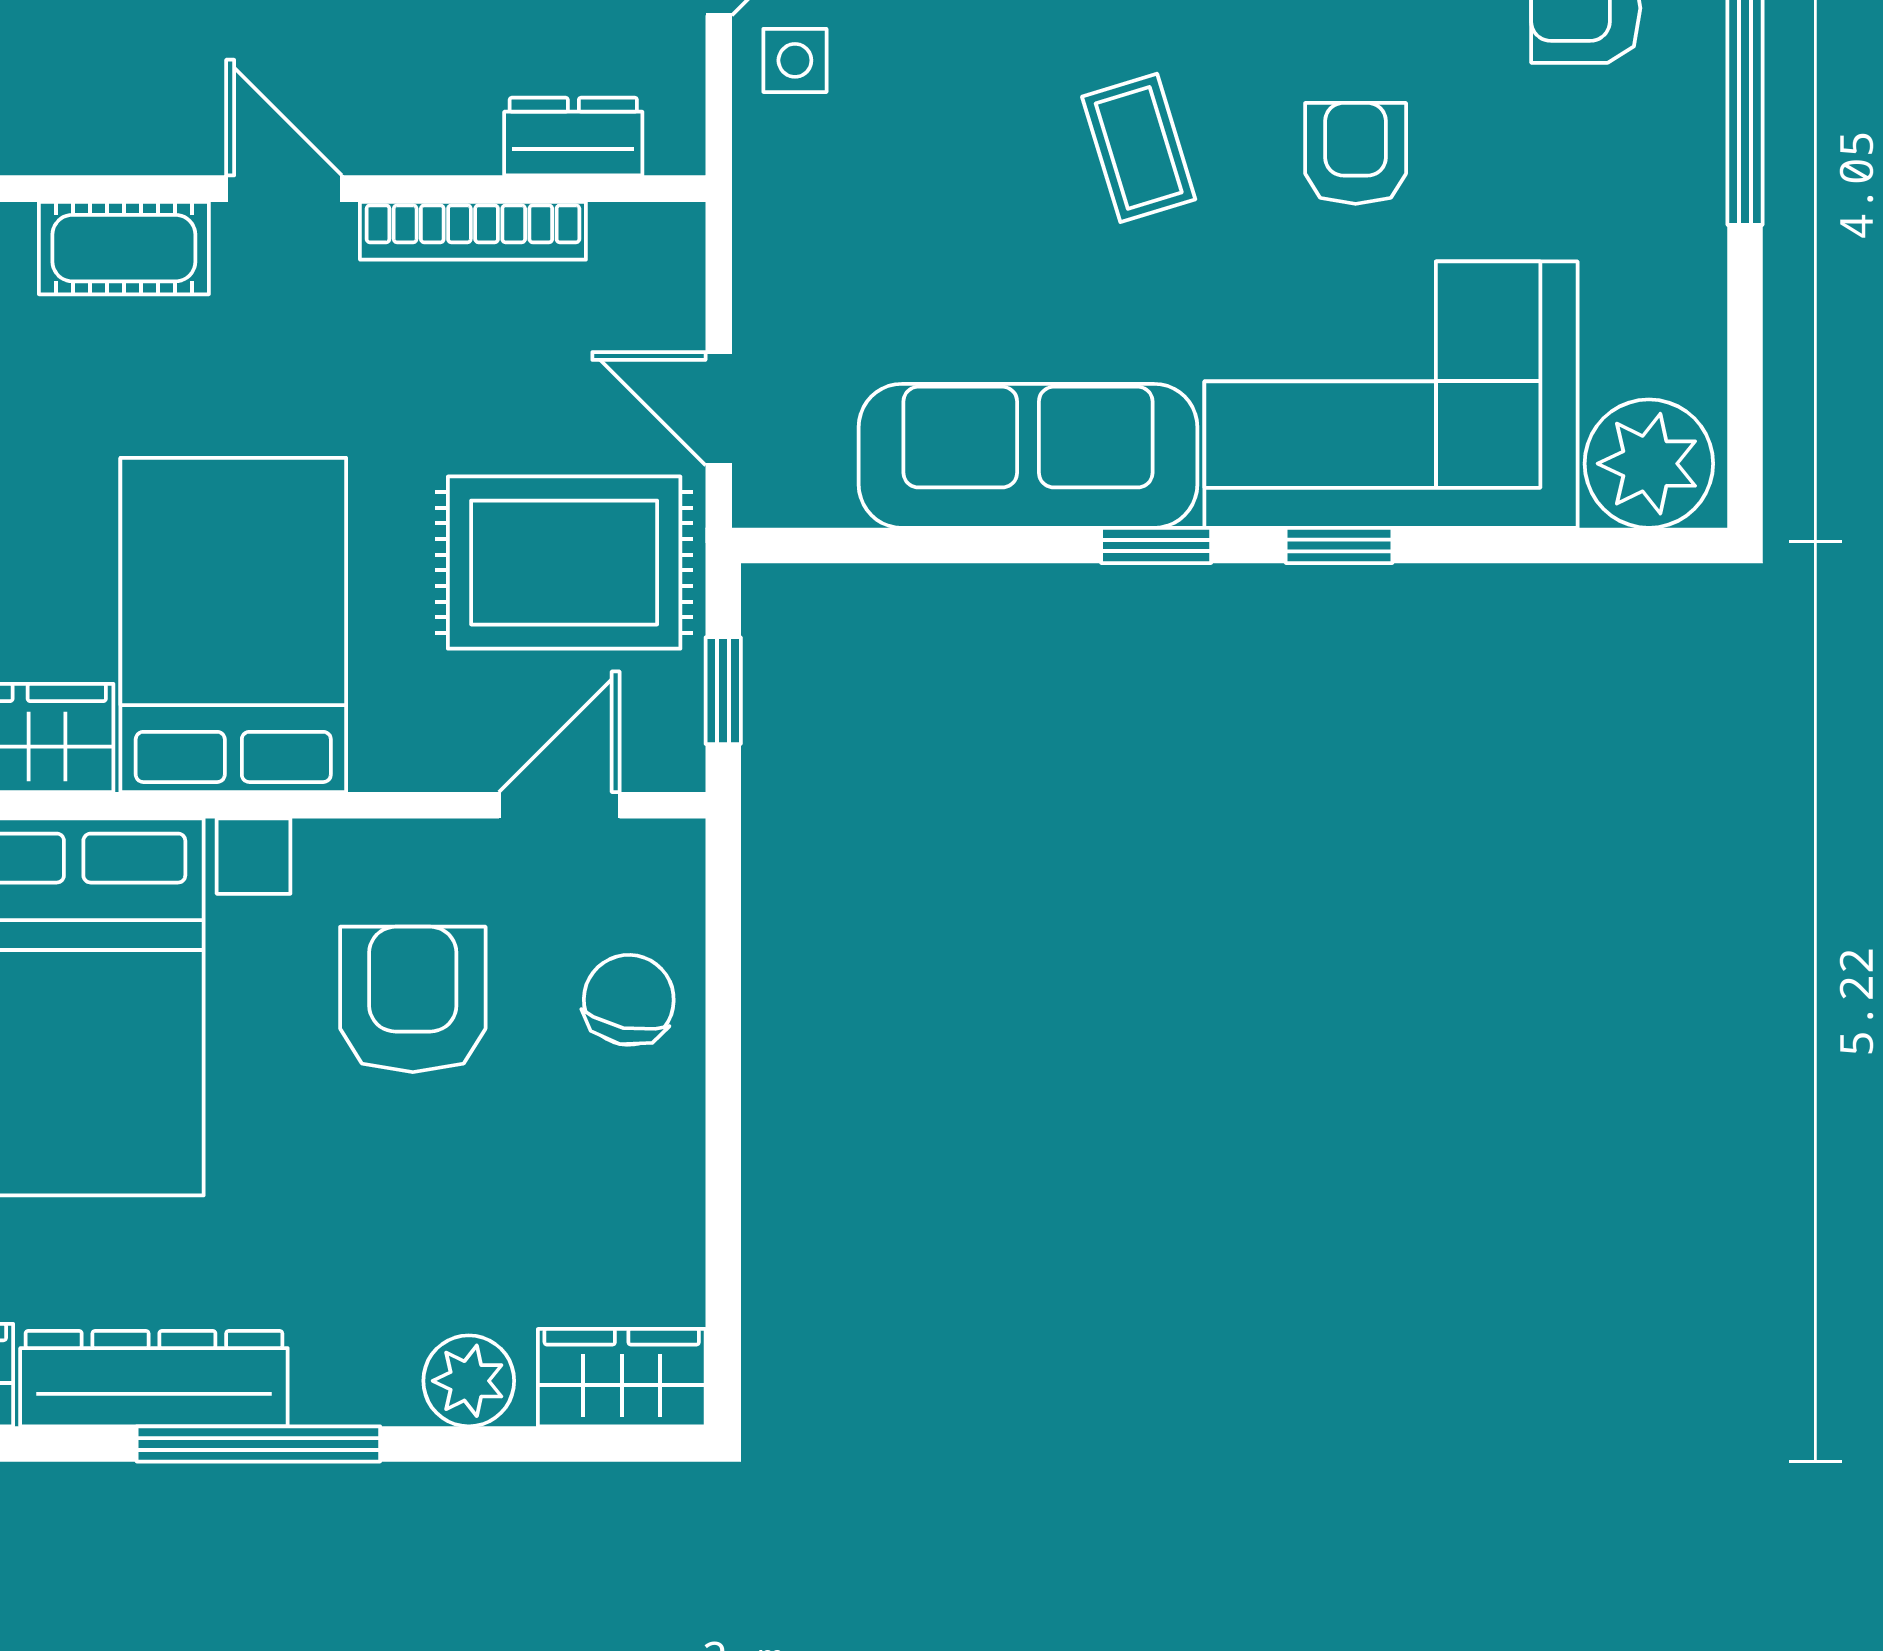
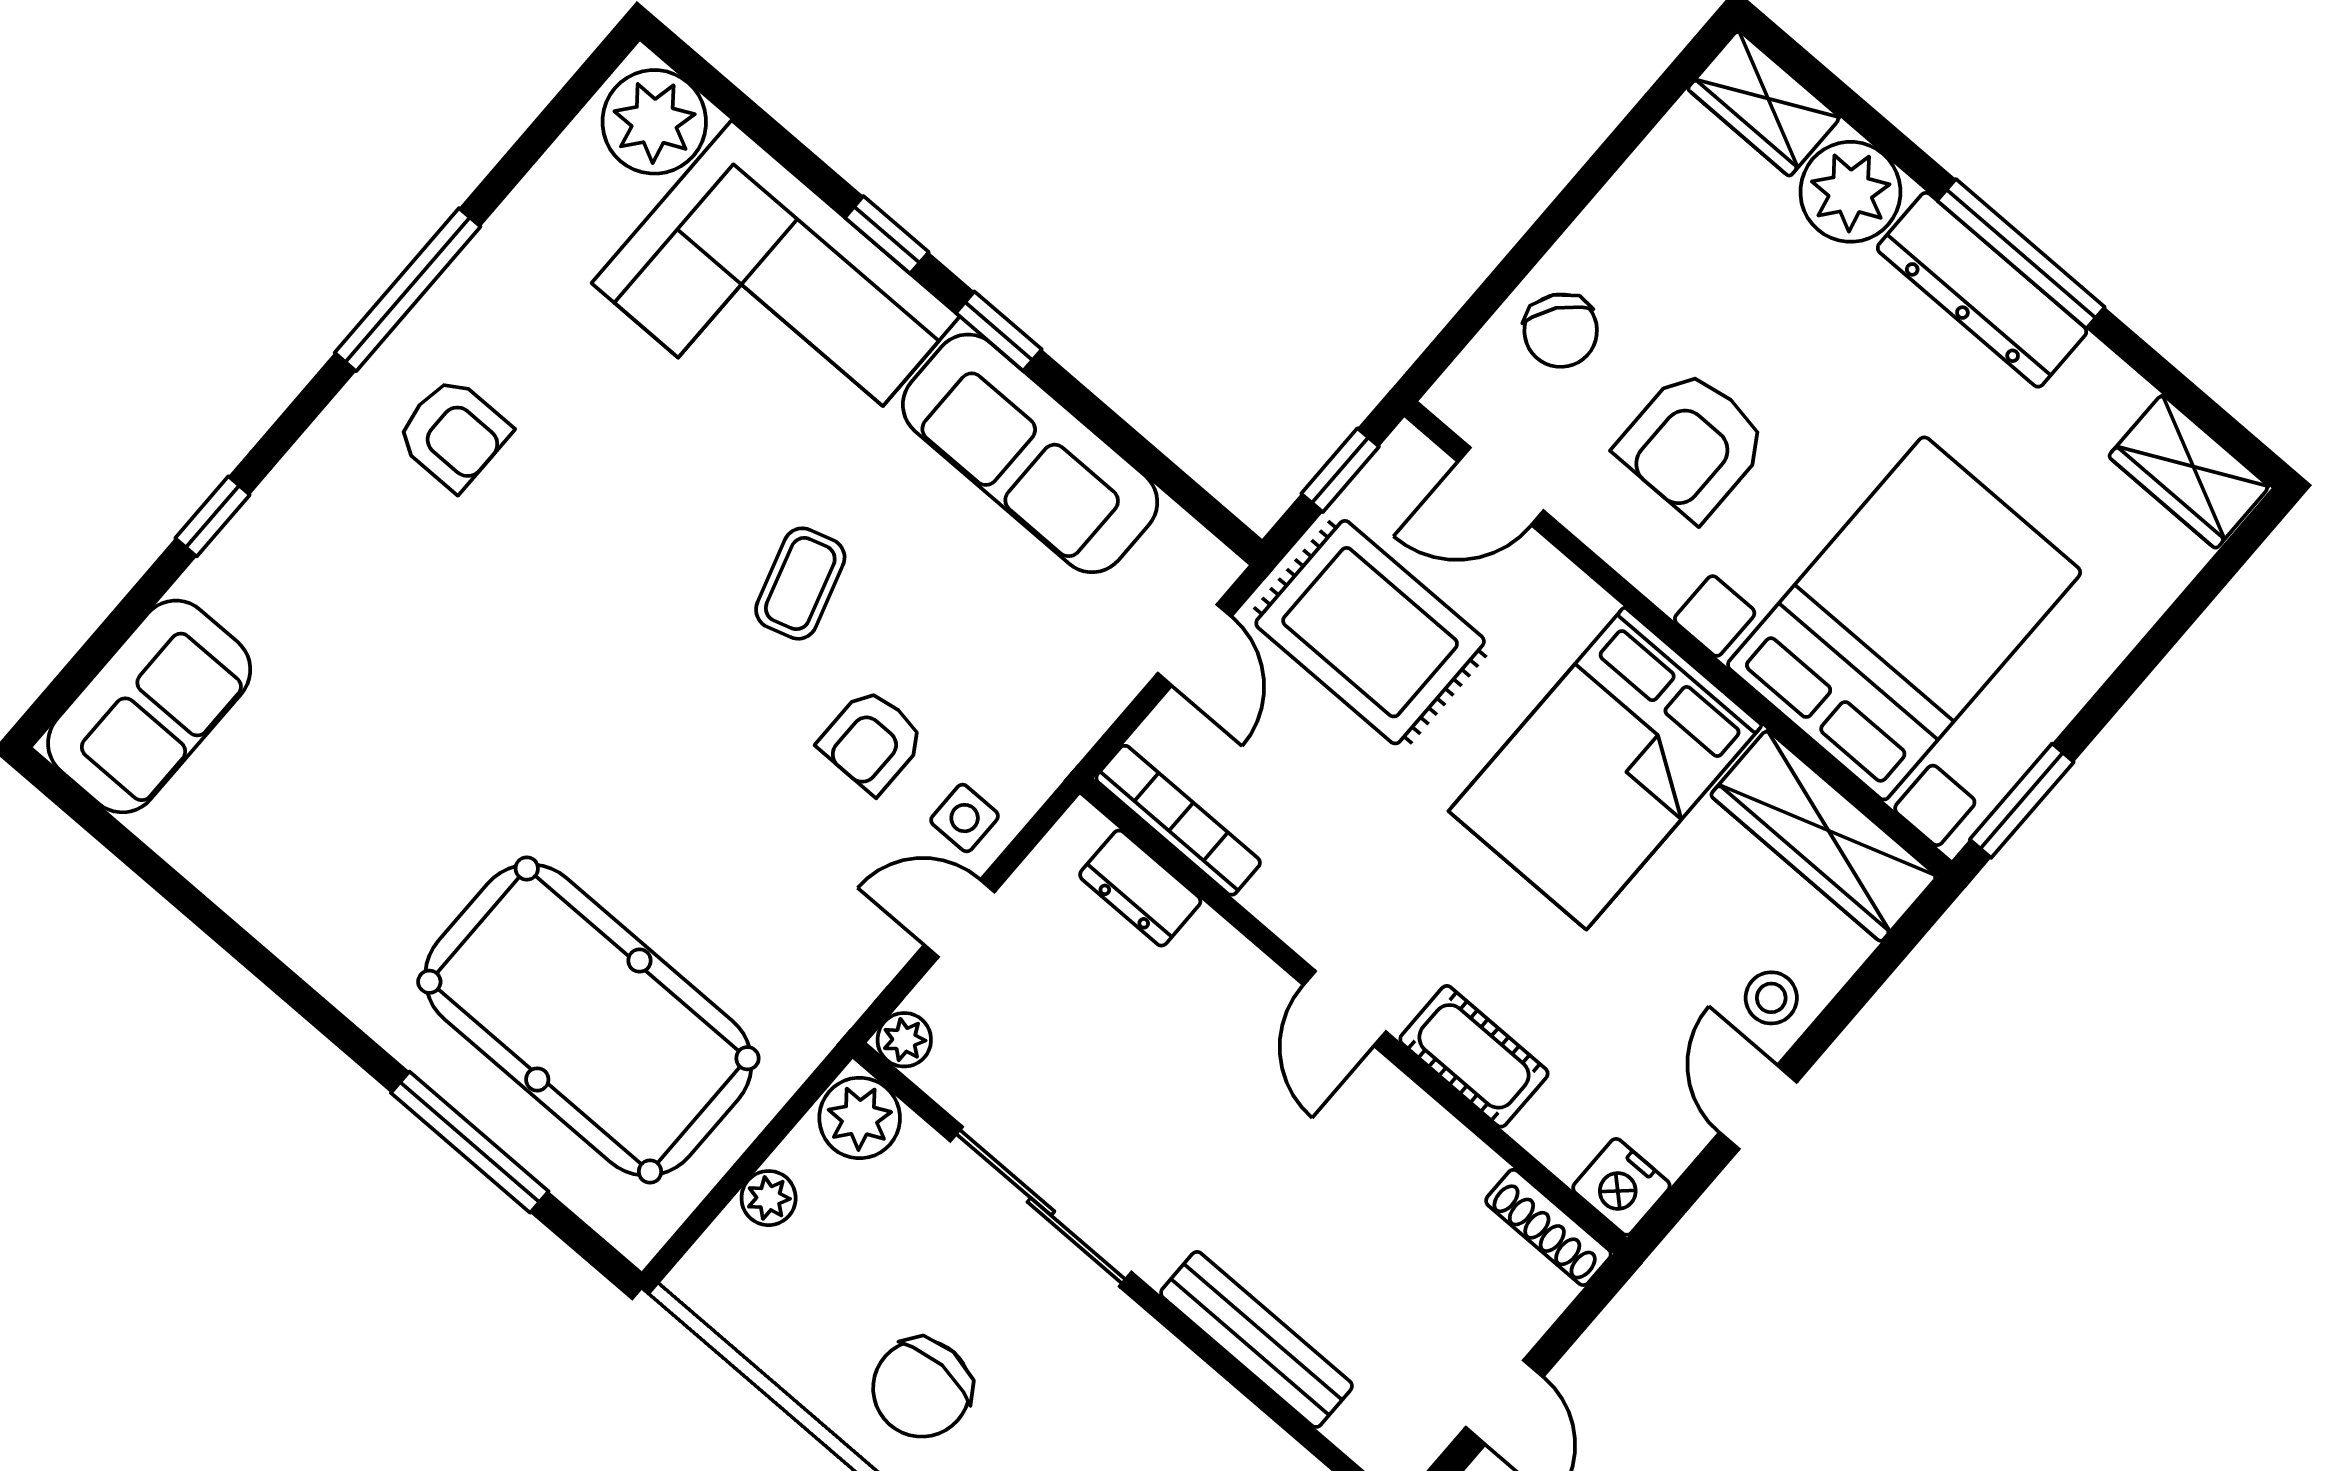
armchair: (1356, 153) -> (872, 741), moved
bookcase: (473, 231) -> (1178, 820), moved
chair: (629, 1000) -> (1561, 331), turned -63
dresser: (154, 1379) -> (1982, 290), moved
plant: (469, 1381) -> (1850, 192), width x1.36, depth x1.36

